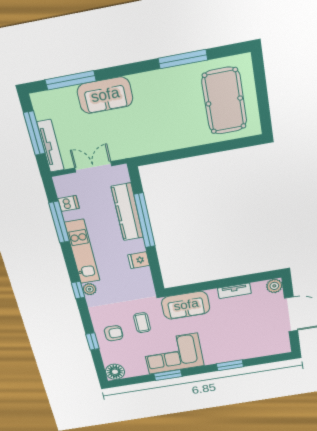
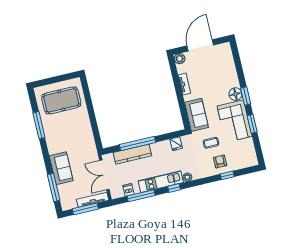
double door: (93, 167) -> (104, 175), width x1.37
fridge: (139, 260) -> (176, 144), moved
window: (78, 290) -> (174, 188), moved
window: (230, 365) -> (246, 96), moved
floor lamp: (115, 372) -> (235, 94), moved

